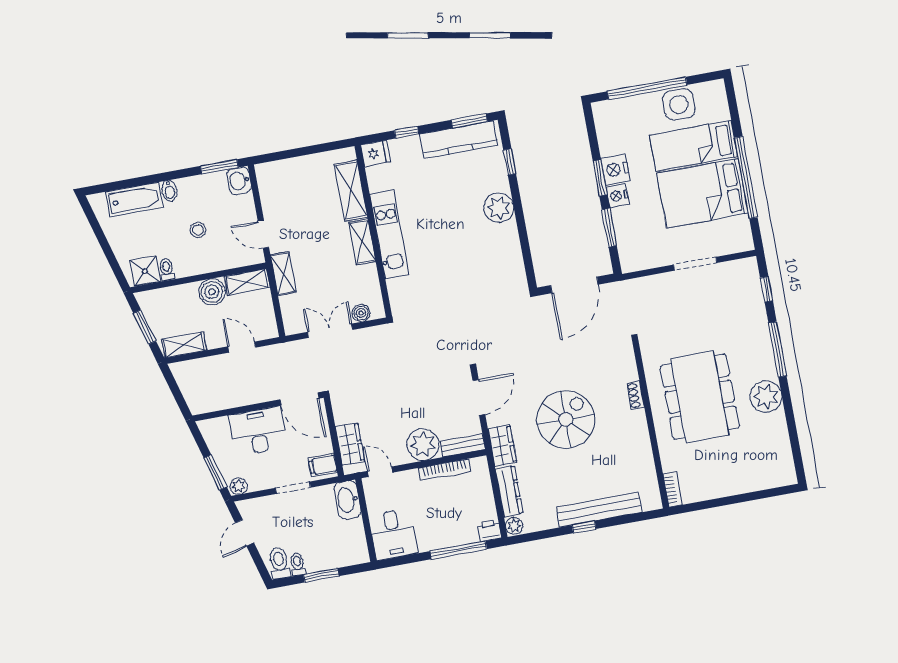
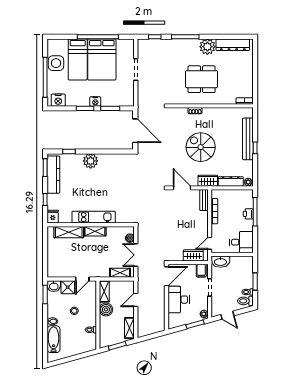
nightstand: (615, 169) -> (58, 100), moved
shower: (145, 271) -> (68, 287), moved
shelving: (283, 274) -> (120, 273), moved
dining table: (700, 397) -> (202, 79), width x0.73, depth x0.80
plant: (423, 444) -> (200, 220), removed
dresser: (779, 446) -> (233, 45), added
printer: (489, 530) -> (248, 214), moved

